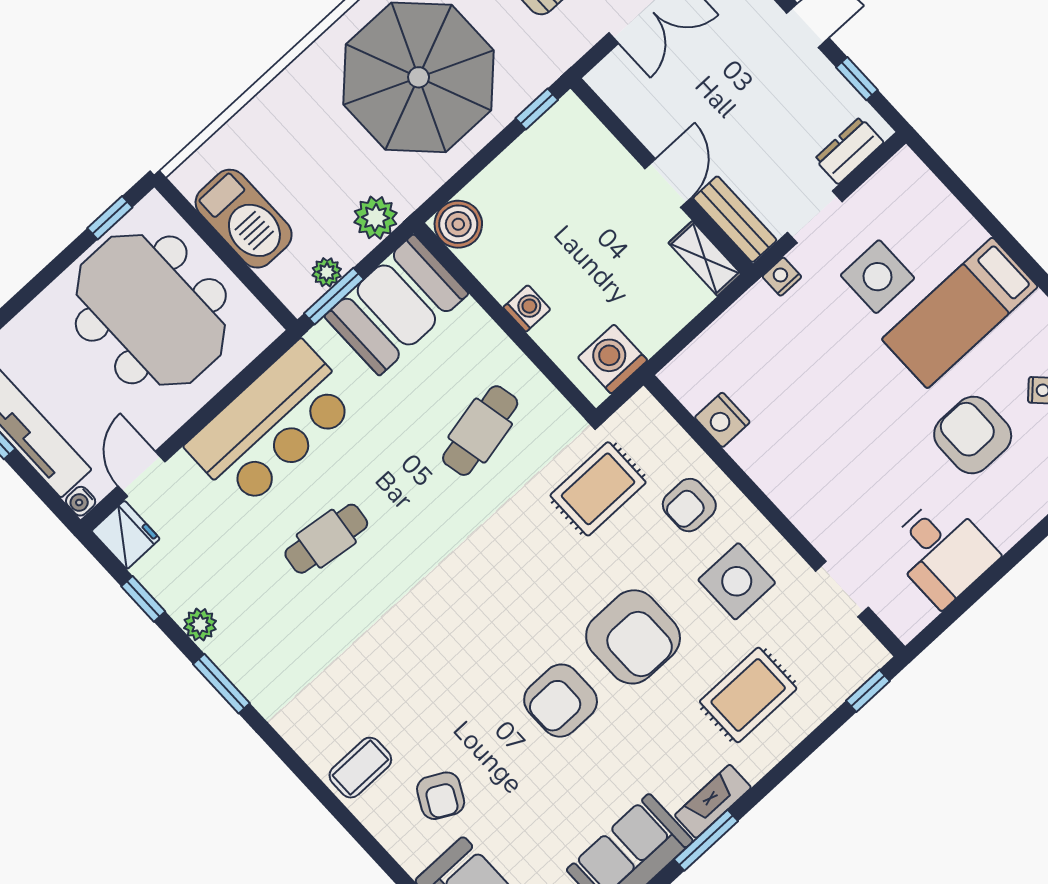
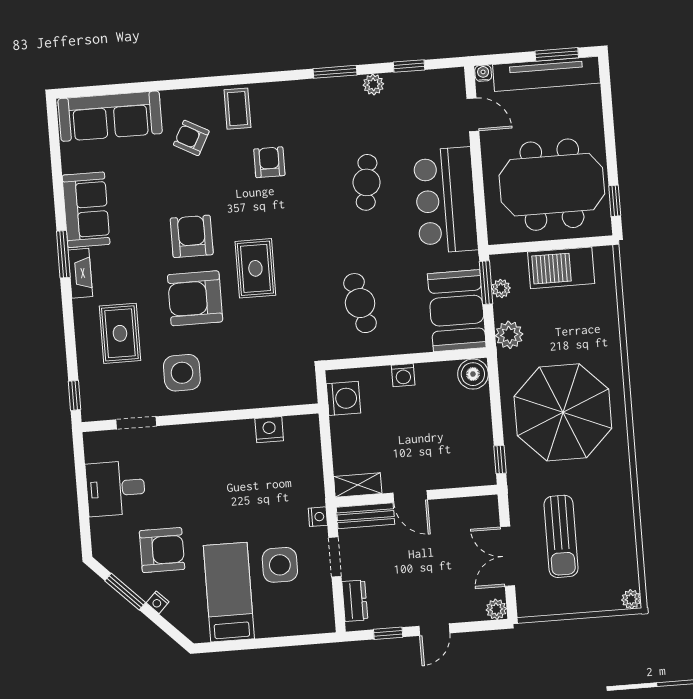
rug: (598, 489) -> (255, 268), moved
armchair: (689, 505) -> (269, 162), moved
fridge: (126, 535) -> (448, 83), removed

